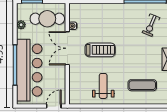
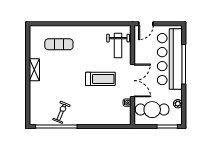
exercise bike: (151, 25) -> (61, 112), moved
treadmill: (100, 50) -> (100, 79), turned 180
weight bench: (103, 86) -> (118, 46), moved

